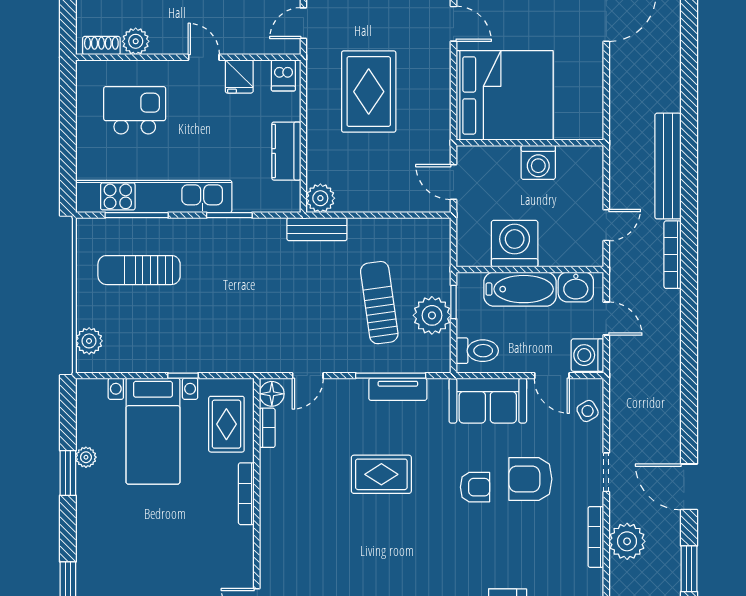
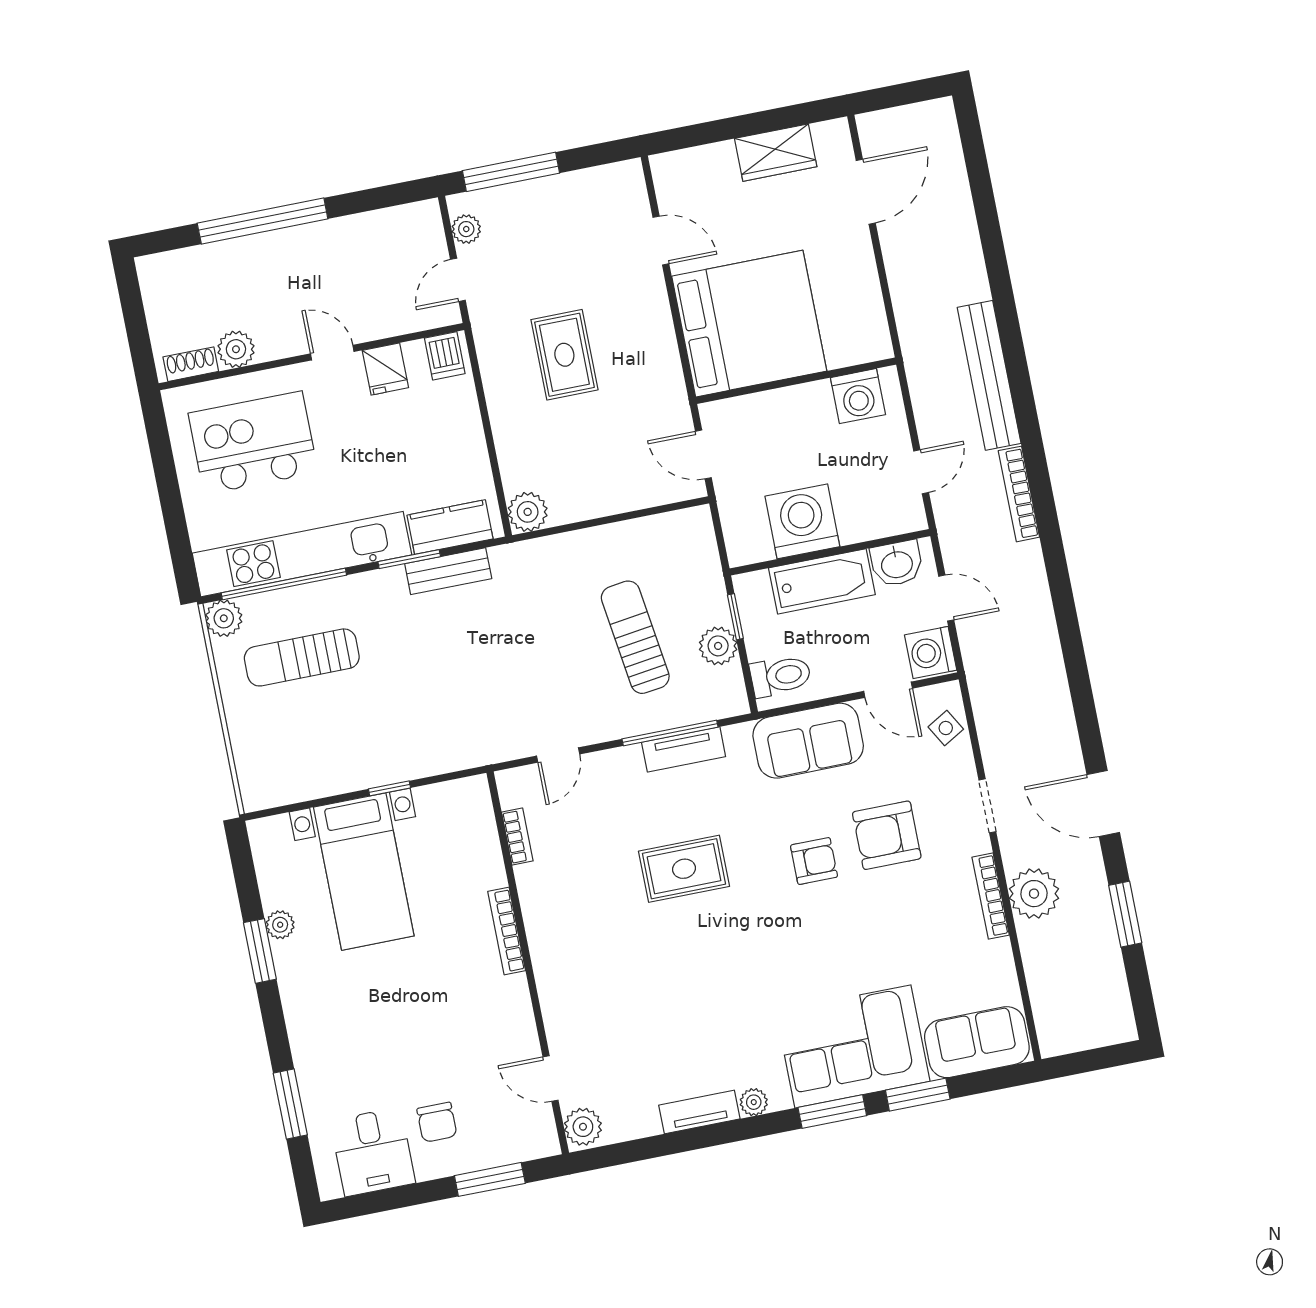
rug: (369, 92) -> (564, 355), width x0.73, depth x0.70
kitchen island: (135, 110) -> (253, 443), width x1.37, depth x1.28
kitchen counter: (286, 151) -> (450, 527), moved, turned 90
washing machine: (538, 162) -> (858, 396), moved
window: (137, 215) -> (284, 584), width x1.46
bench: (317, 229) -> (448, 571), moved
plant: (432, 315) -> (718, 646), width x0.73, depth x0.73
plant: (89, 341) -> (224, 618), moved
floor lamp: (272, 394) -> (514, 789), removed
rug: (226, 424) -> (461, 842), removed

